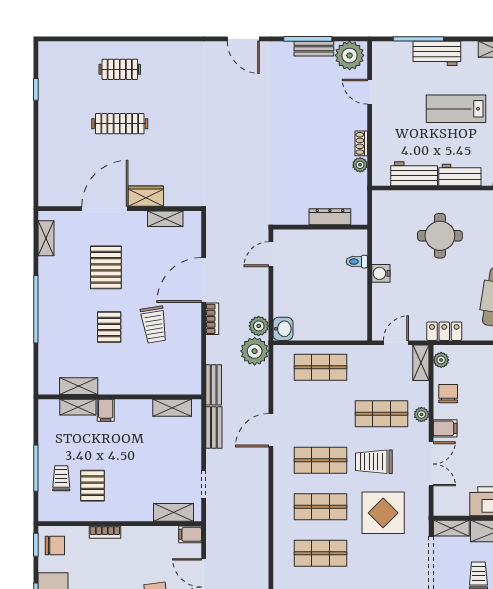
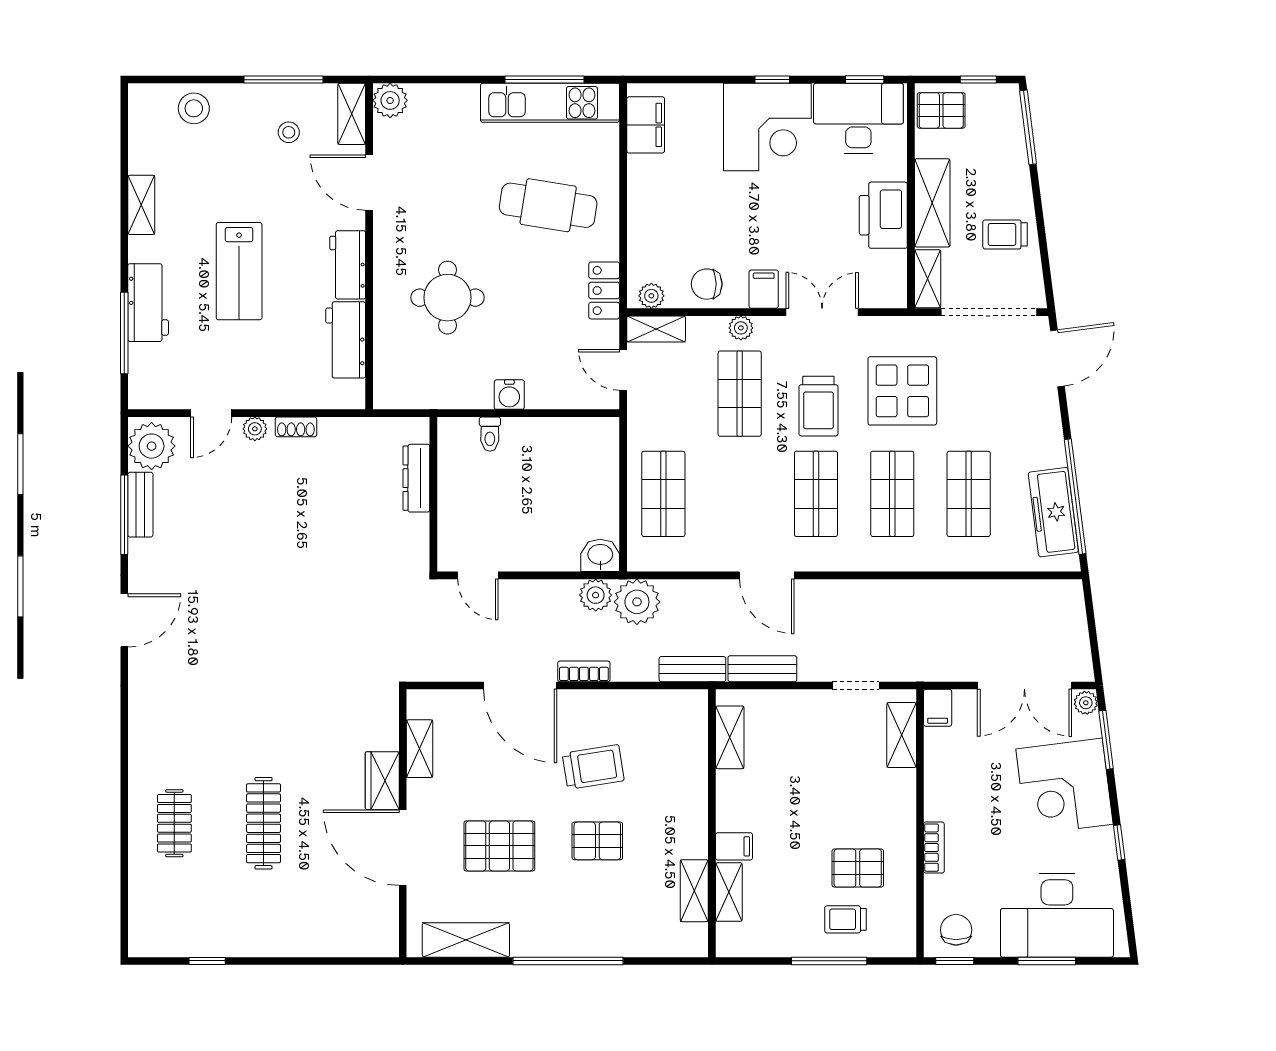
plant: (360, 165) -> (255, 429), moved
shelving: (46, 238) -> (466, 940), width x1.50, depth x1.33

